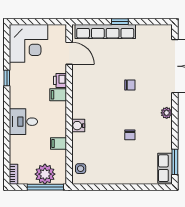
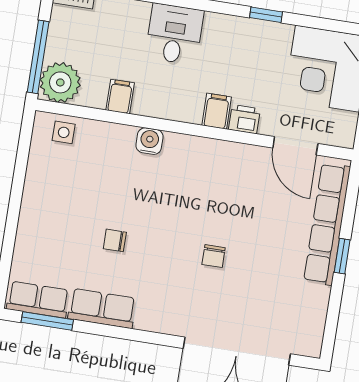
door: (69, 53) -> (295, 146), hinge flipped
plant: (167, 113) -> (147, 320), removed
row of seats: (164, 136) -> (102, 308), added
plant: (45, 174) -> (60, 82), moved

